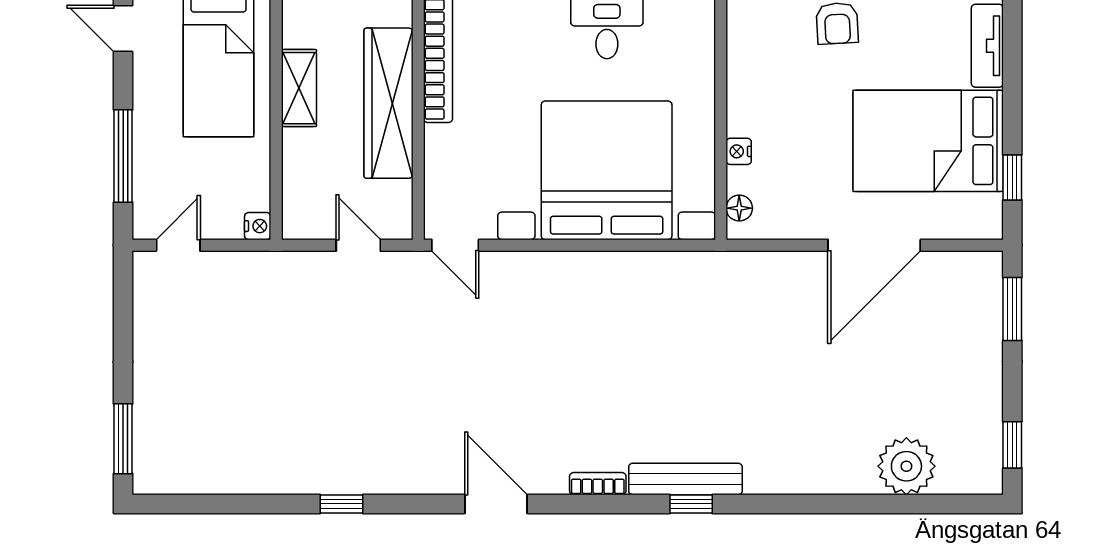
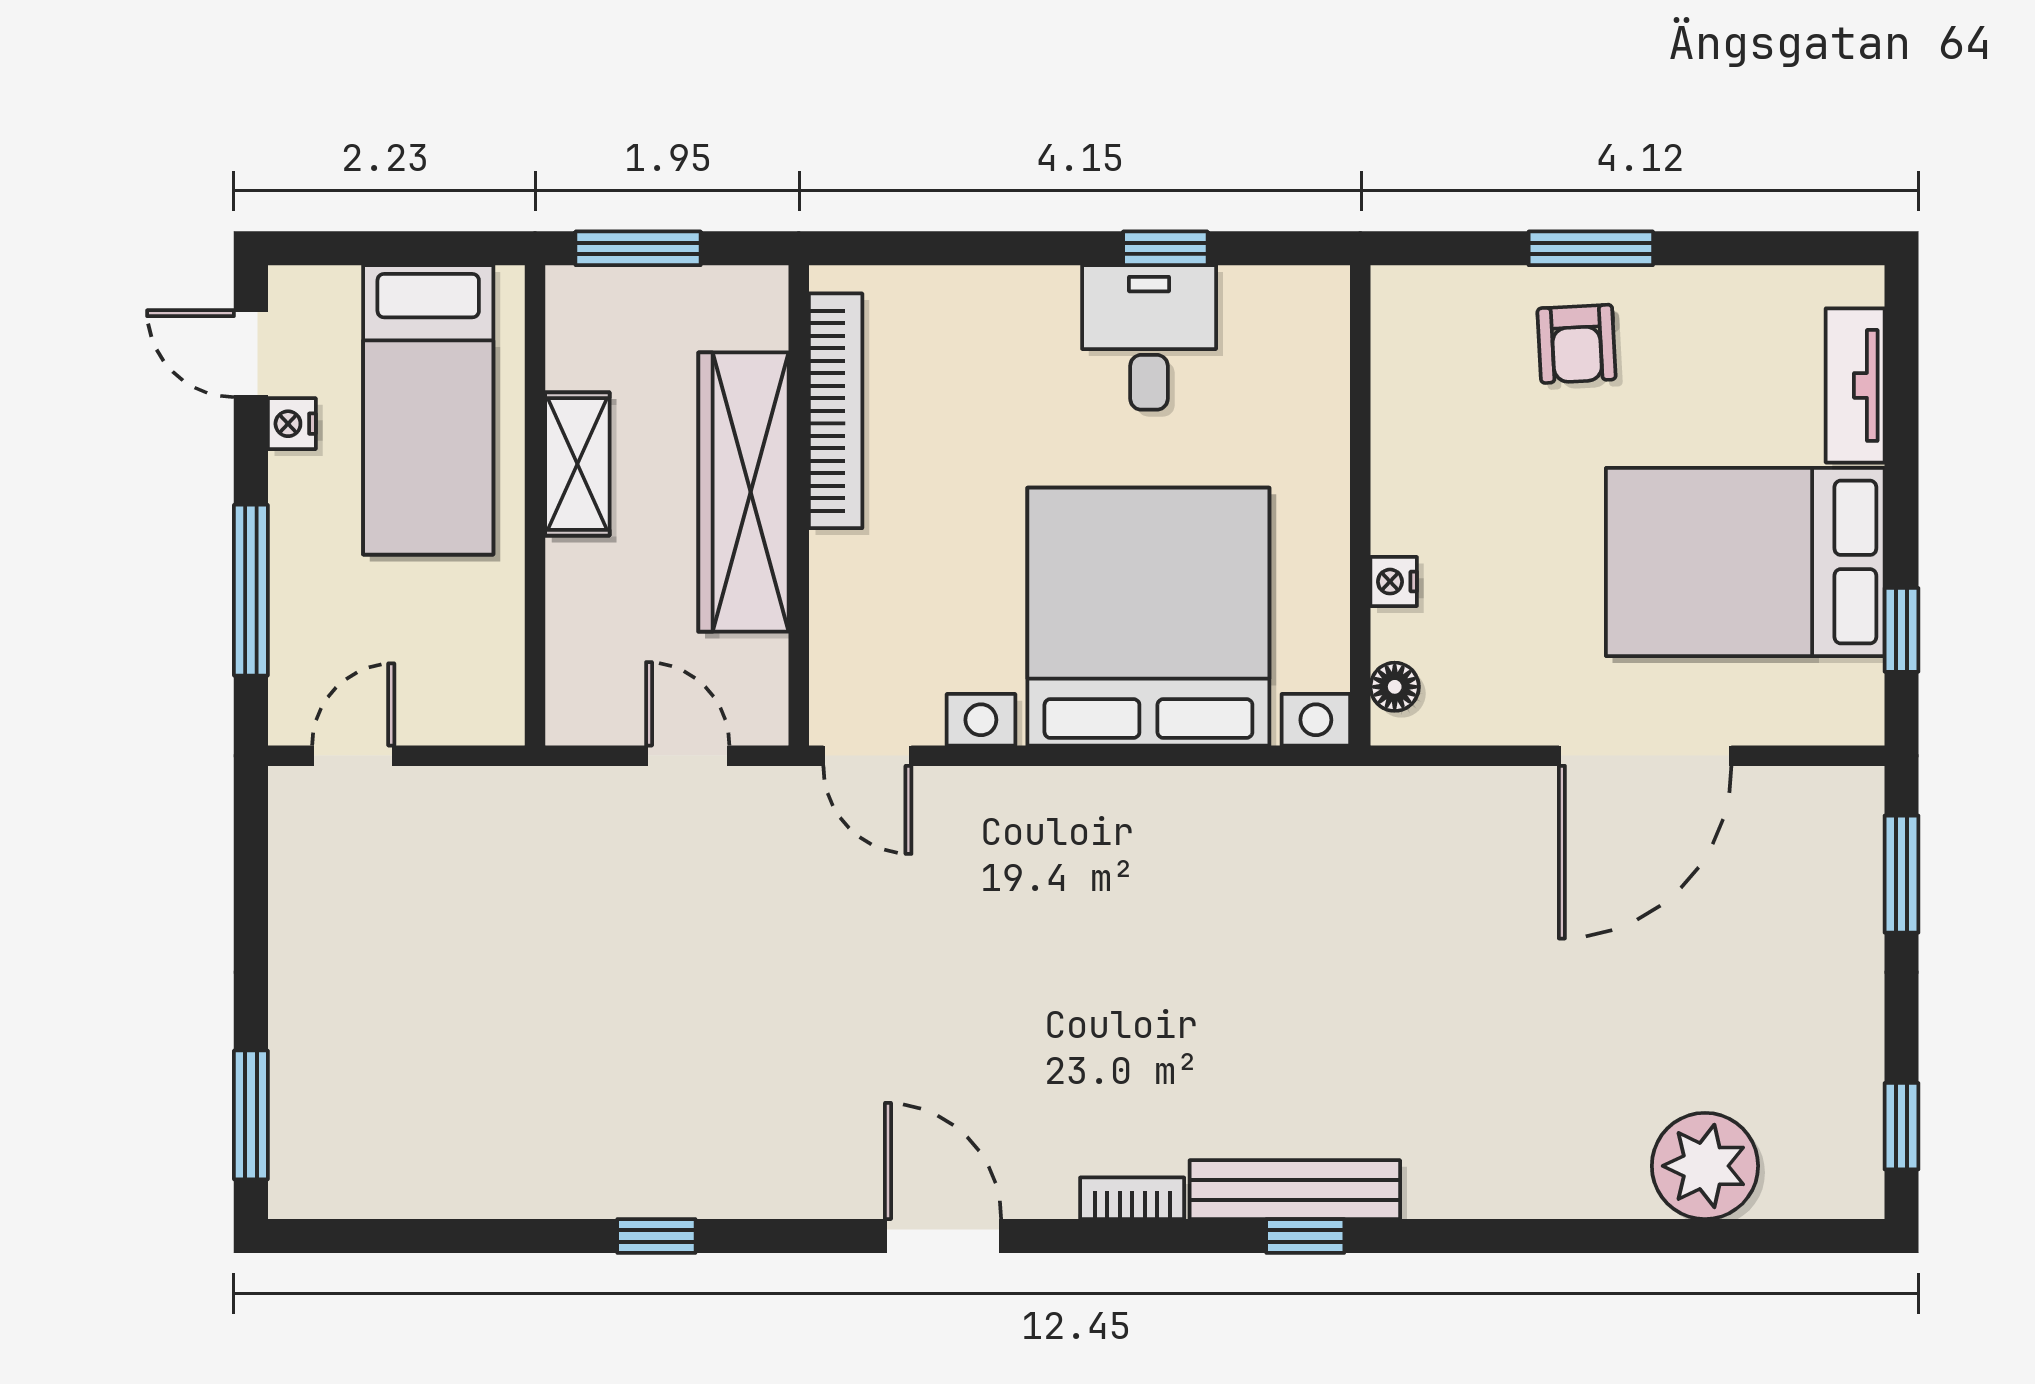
nightstand: (258, 226) -> (292, 424), moved, turned 180

